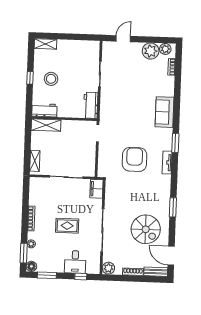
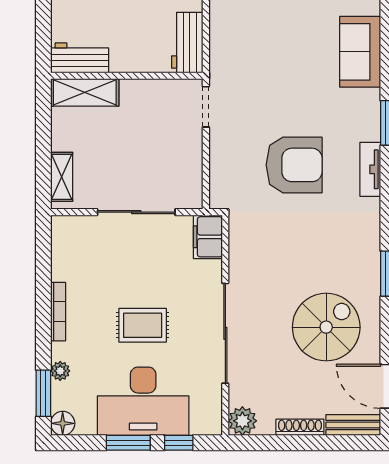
armchair: (135, 159) -> (294, 165), turned 90
spiral stairs: (146, 229) -> (326, 327), turned -90
desk: (75, 262) -> (143, 401), width x1.87, depth x1.30
window: (47, 275) -> (128, 443), moved

